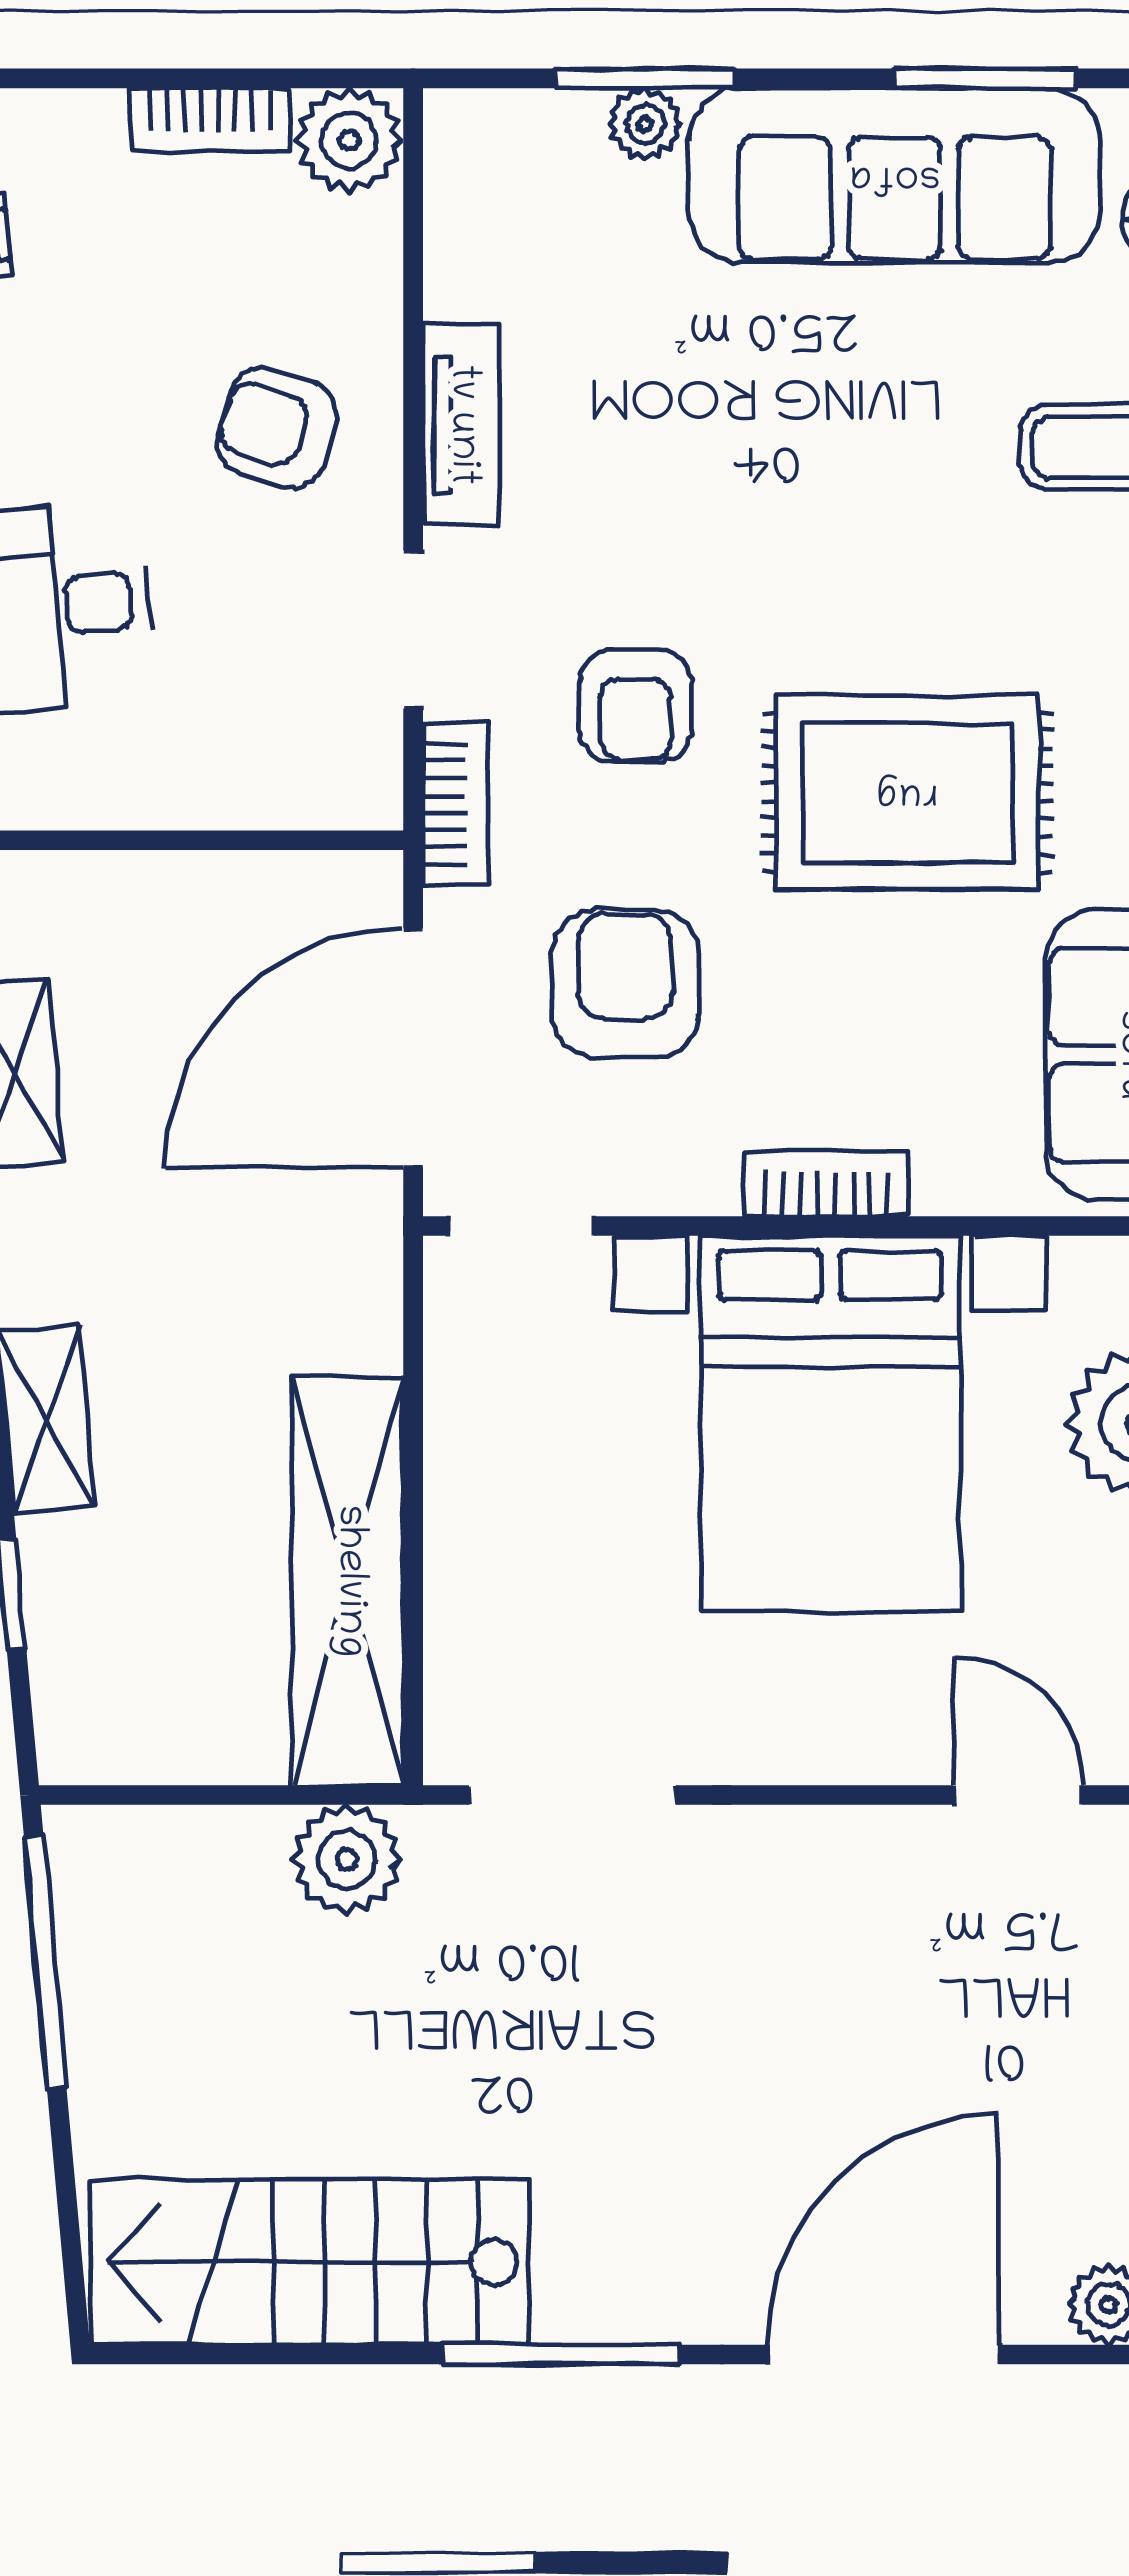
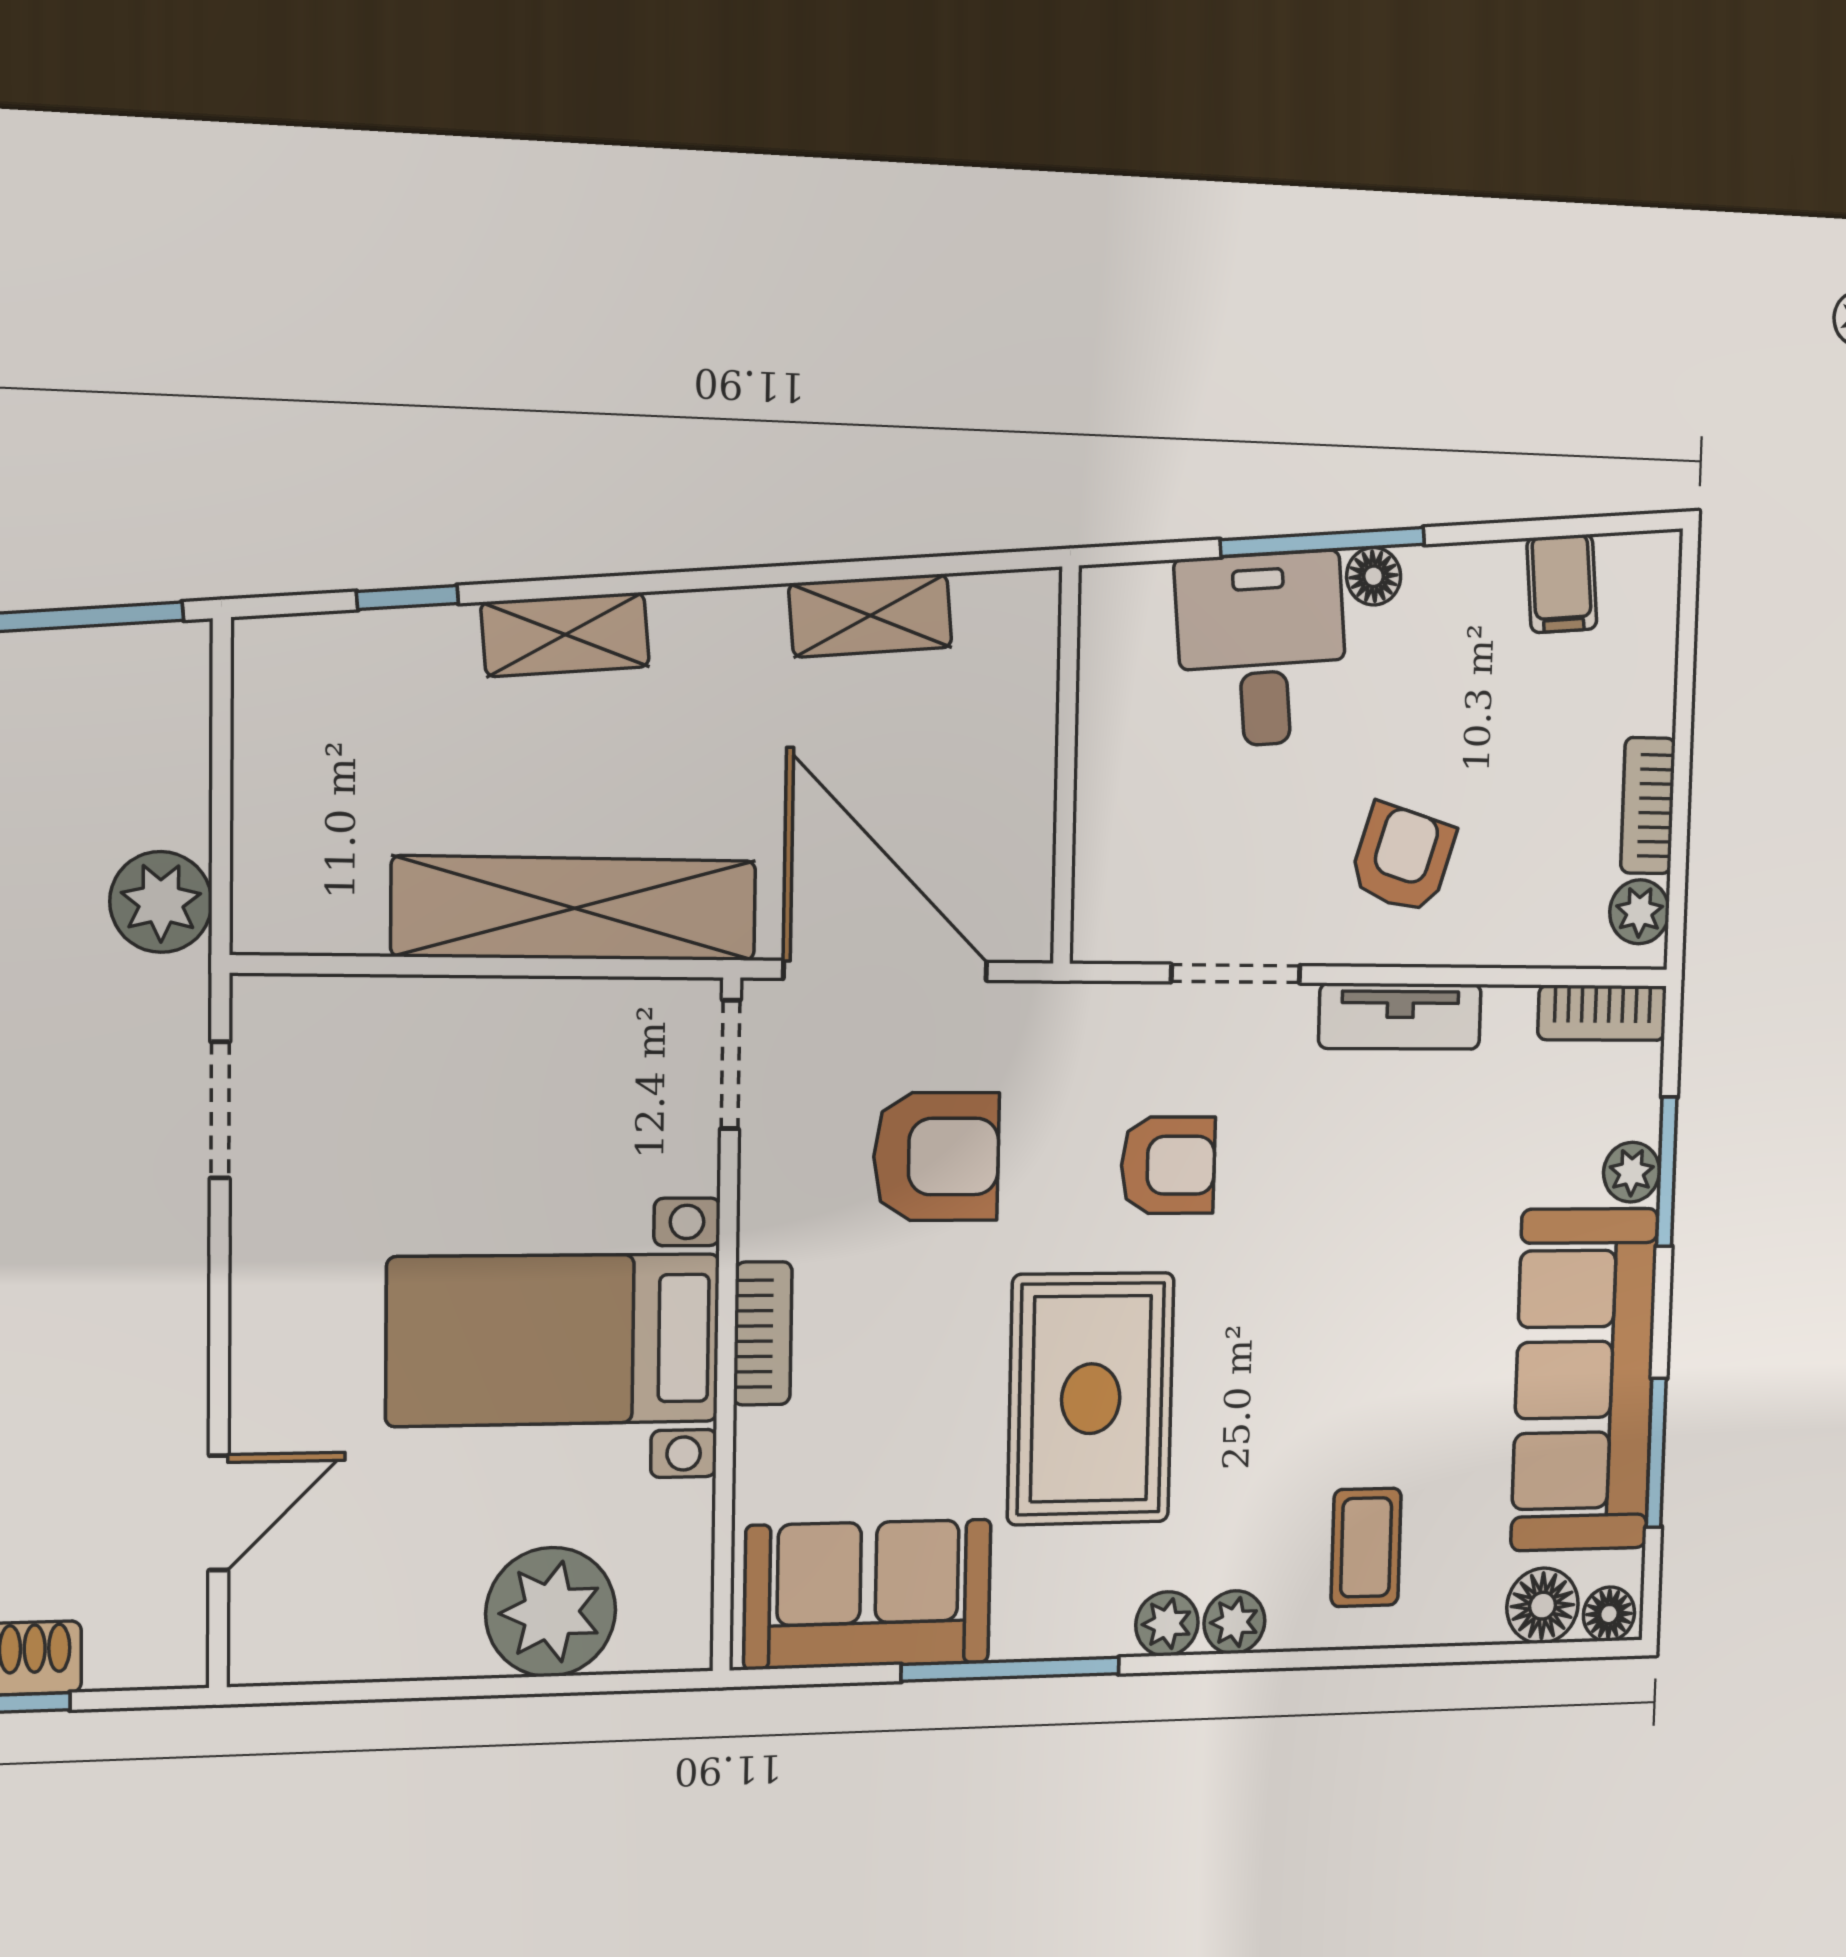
plant: (349, 140) -> (1639, 912), width x0.73, depth x0.73
armchair: (636, 706) -> (1168, 1165), turned 180
bookcase: (455, 804) -> (1602, 1013), moved
bed with nightstands: (830, 1424) -> (554, 1340), width x0.73
shelving: (348, 1581) -> (575, 908), moved
doorway: (573, 1795) -> (220, 1110), width x0.73

